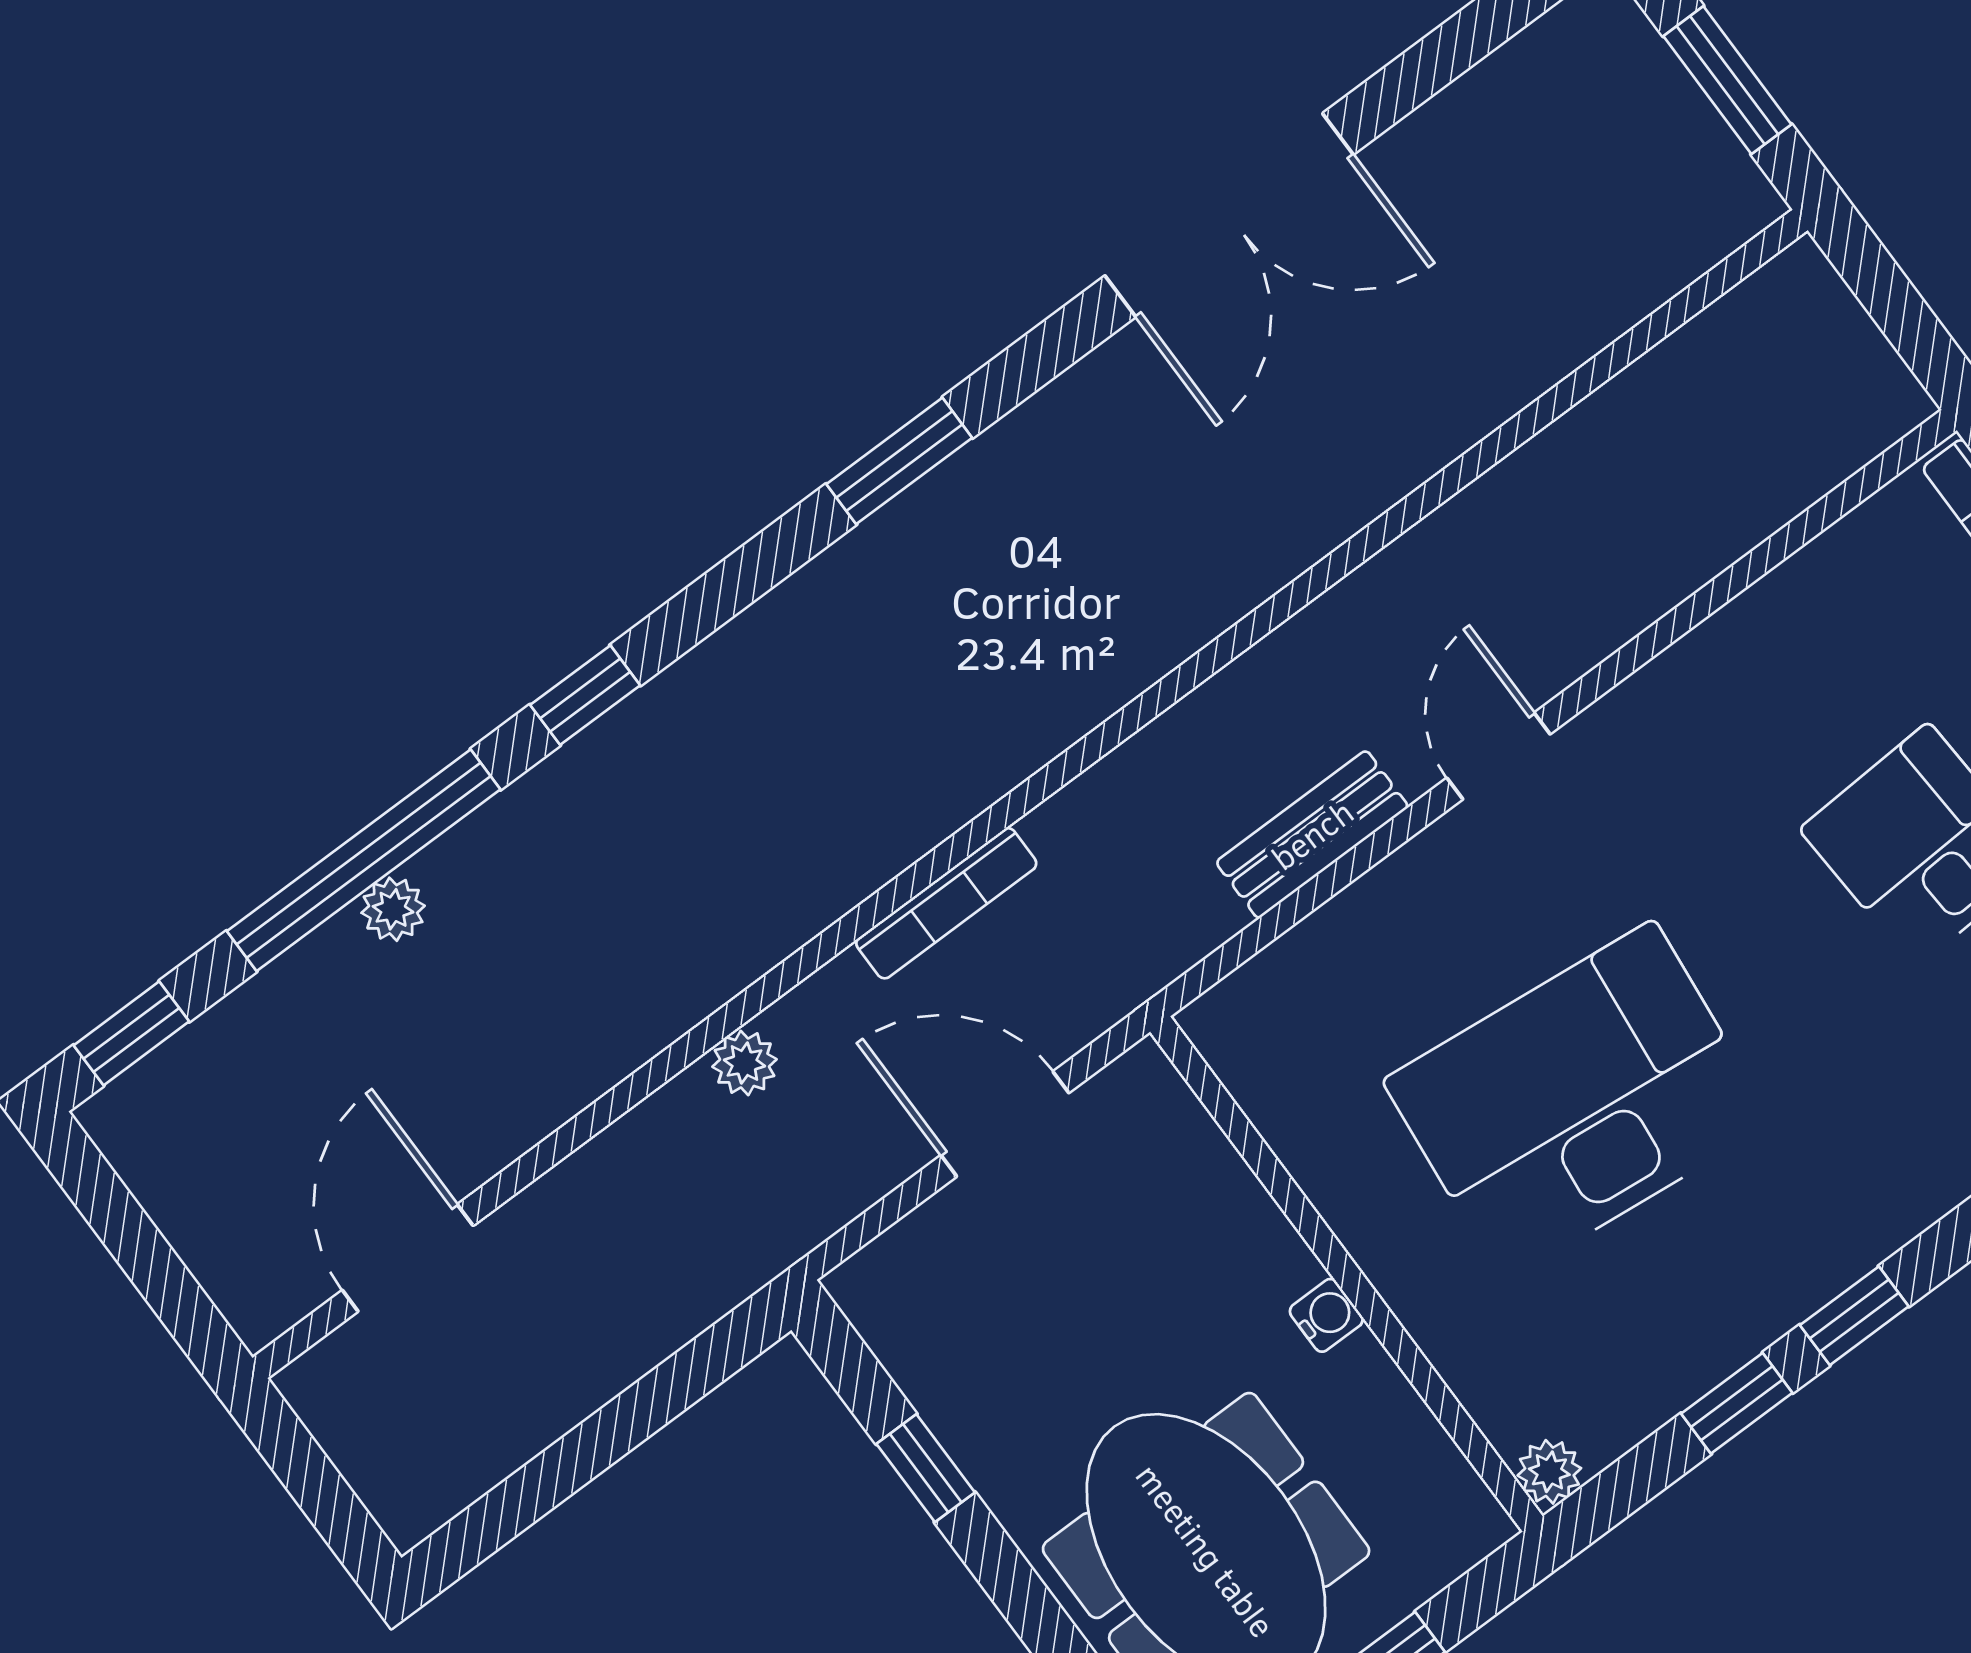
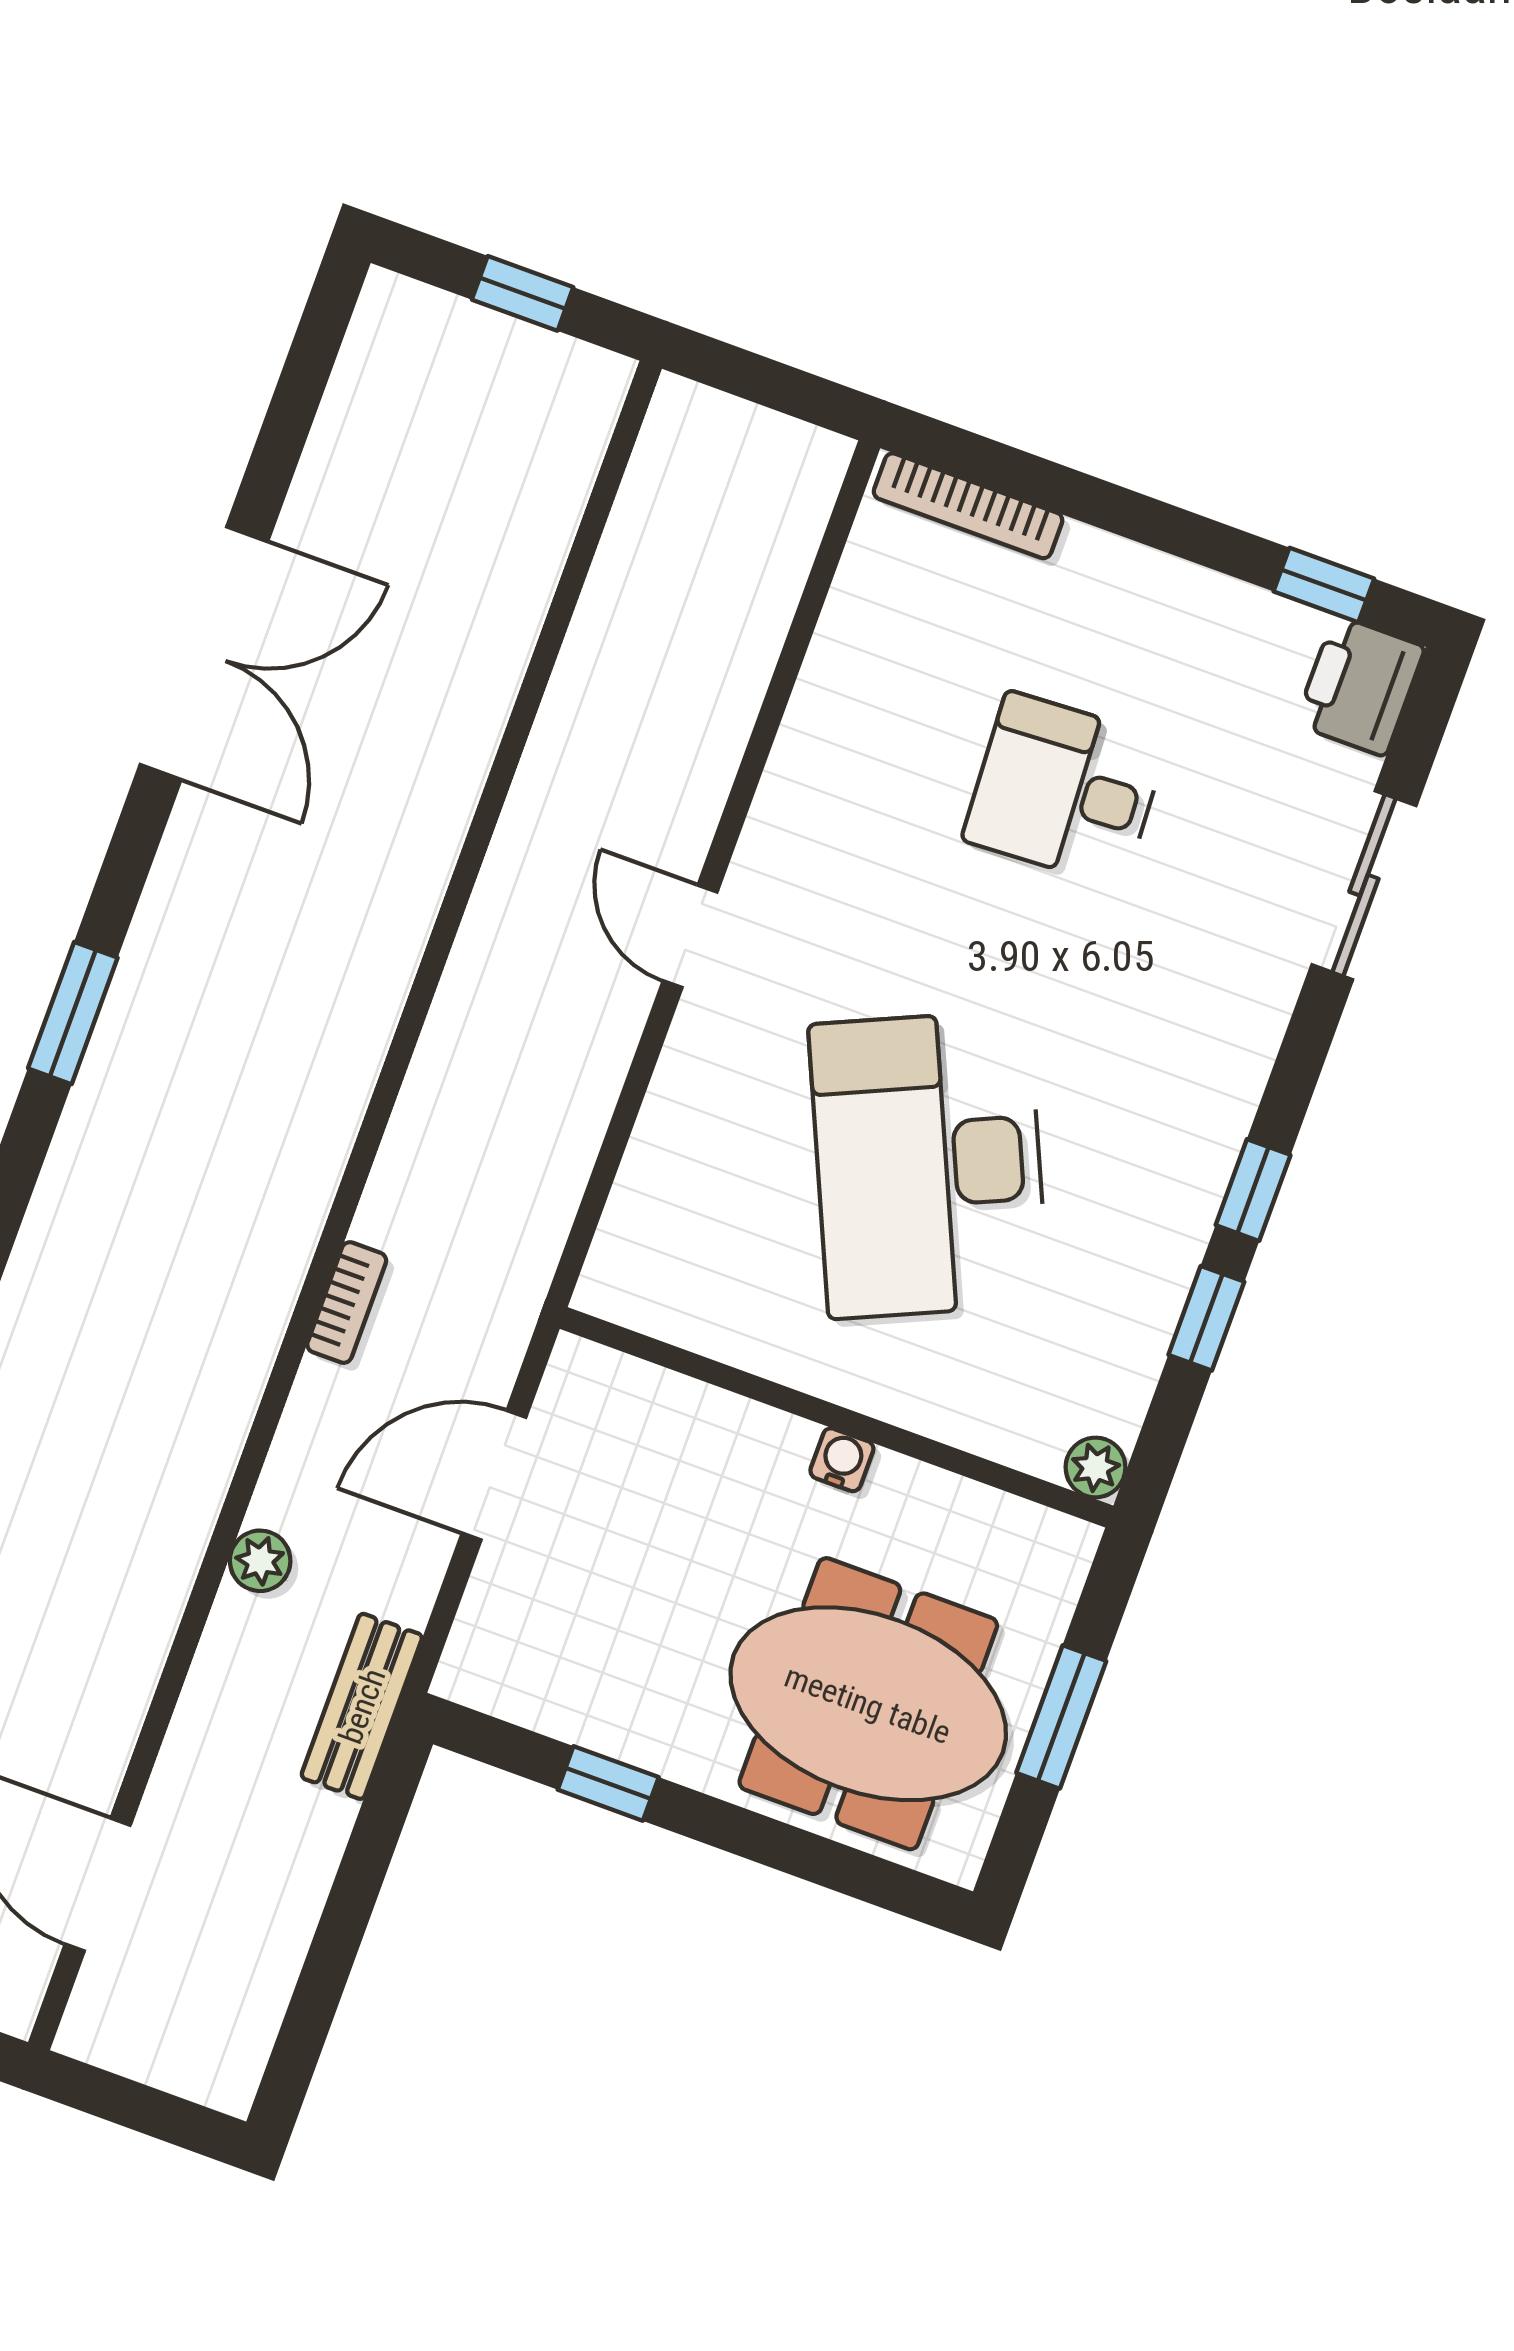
window: (1727, 80) -> (523, 293), width x0.67
bench: (1312, 834) -> (362, 1706), moved
bookcase: (946, 903) -> (347, 1303), width x0.64
desk: (1578, 1101) -> (929, 1164), turned -30

